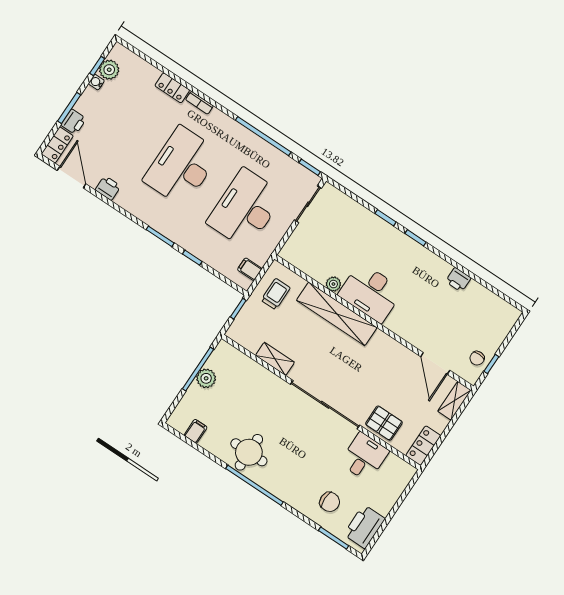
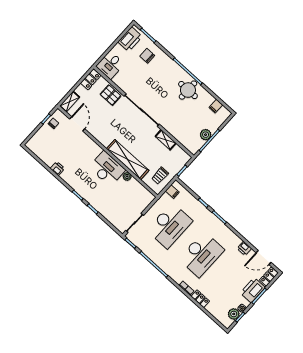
printer: (74, 122) -> (253, 290), width x1.87, depth x1.48
door: (72, 177) -> (264, 257), hinge flipped
desk: (364, 457) -> (110, 65), moved

